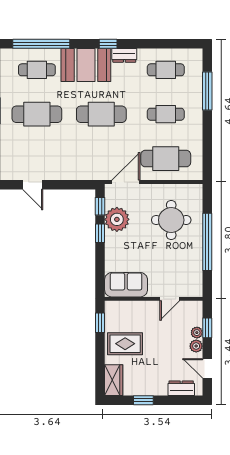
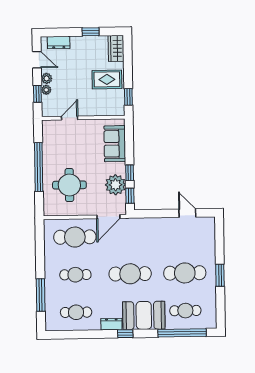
sofa: (126, 285) -> (115, 144), moved, turned 90

